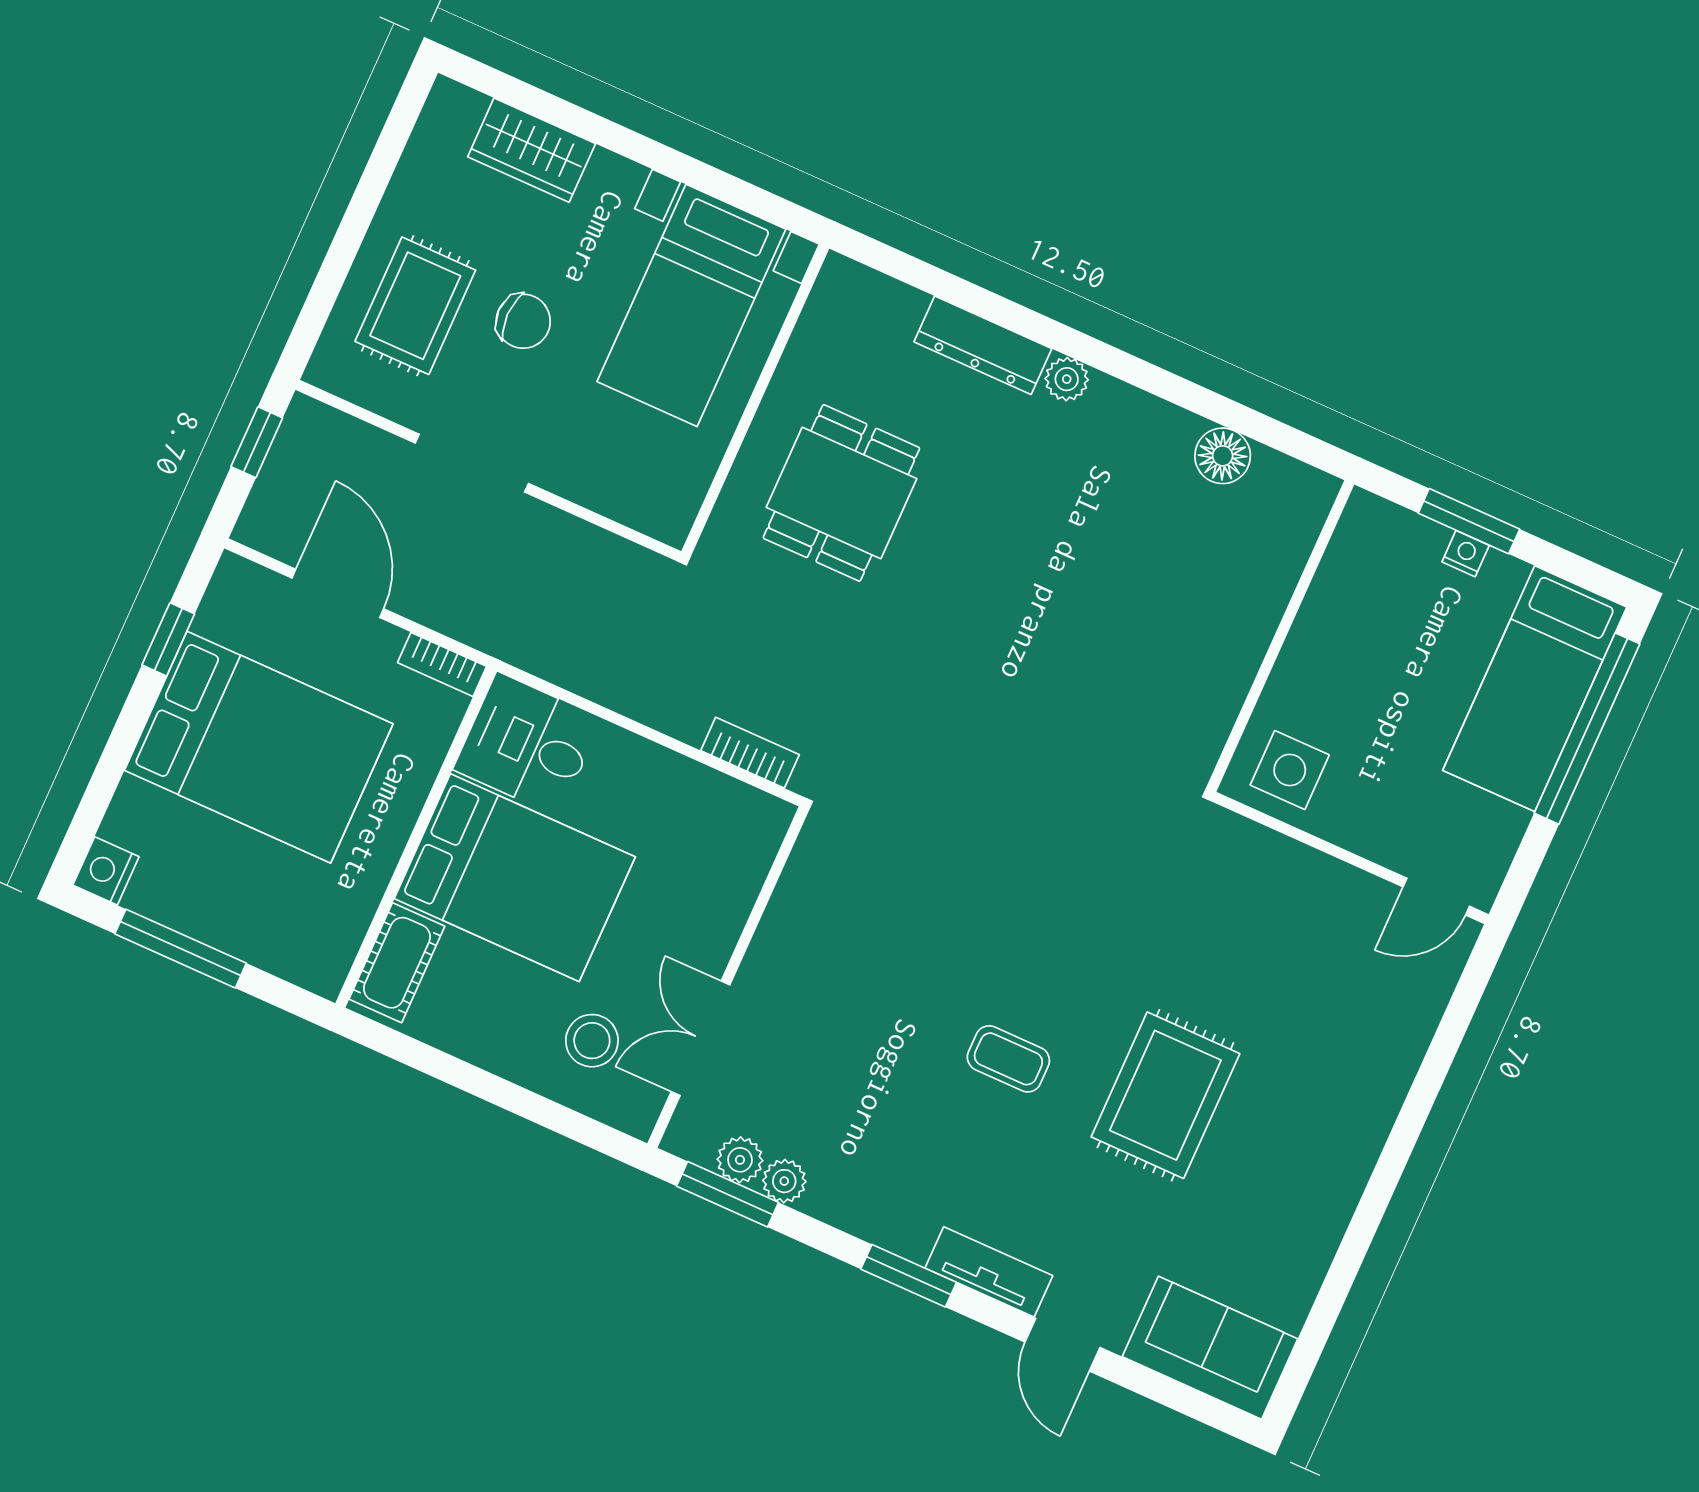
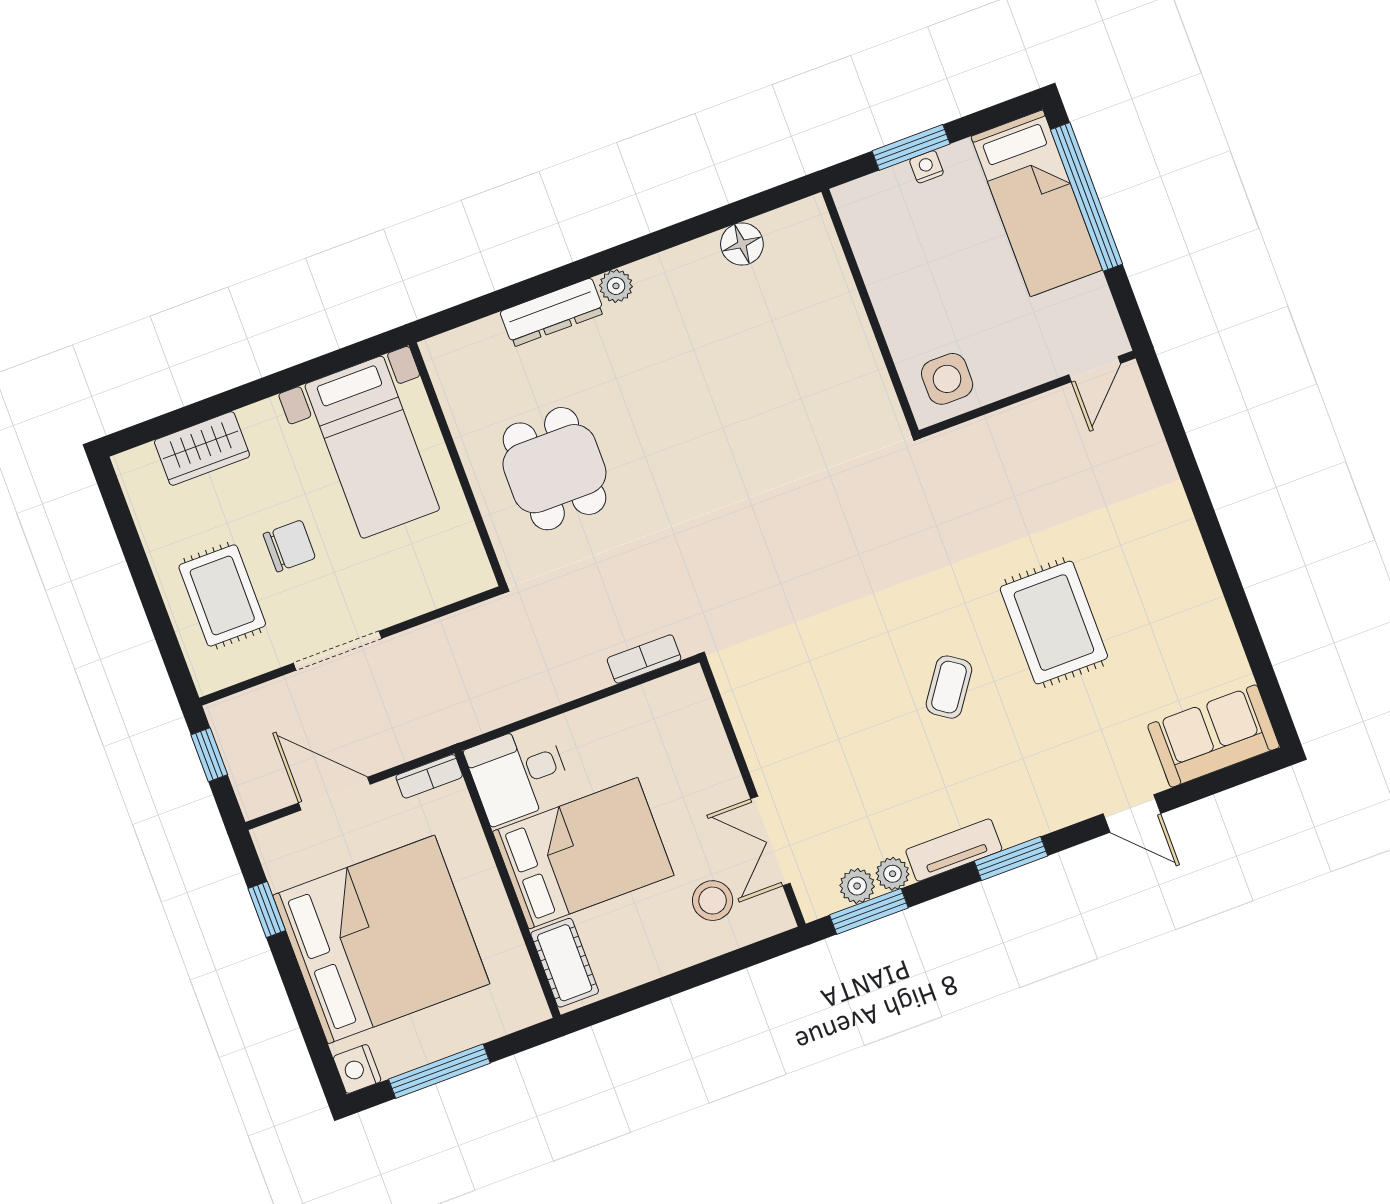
bed: (259, 747) -> (381, 939), width x1.36
coffee table: (1008, 1059) -> (949, 687), turned -55
tv unit: (989, 1272) -> (954, 850), moved

